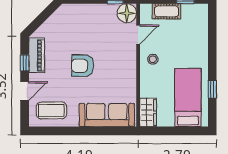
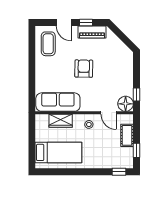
window: (212, 89) -> (119, 172), moved
wardrobe: (148, 112) -> (61, 121), moved
sofa: (107, 115) -> (58, 102), moved, turned -90

